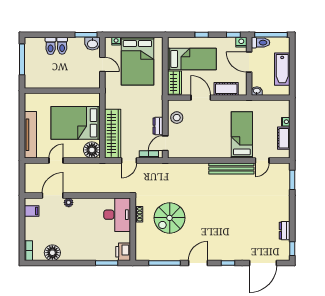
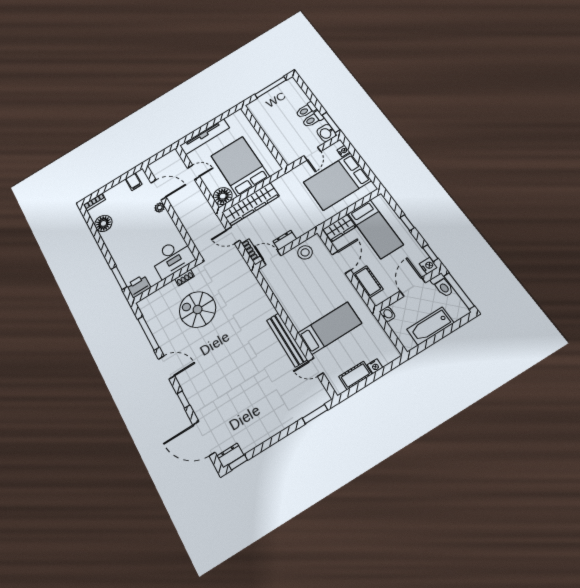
toilet: (51, 46) -> (313, 119), moved
dresser: (285, 231) -> (230, 455), moved

